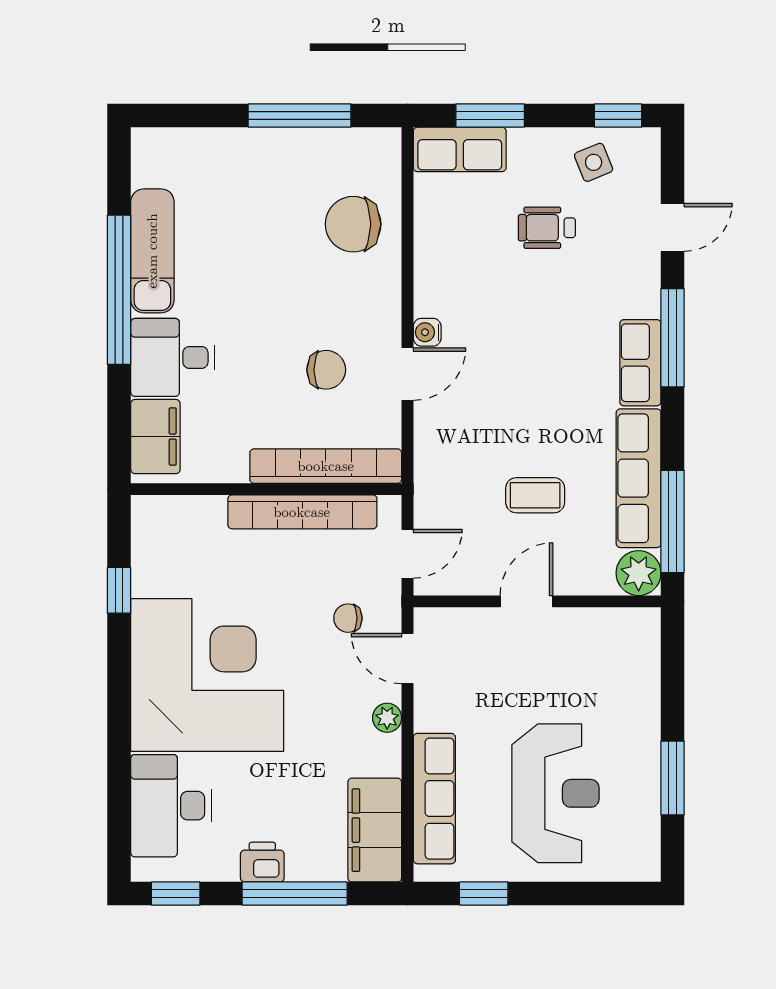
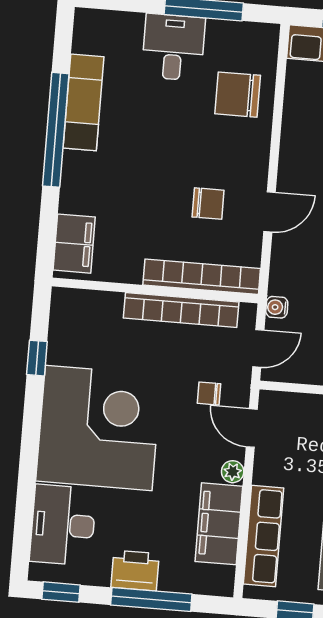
water cooler: (427, 332) -> (277, 307), moved
desk: (173, 357) -> (173, 47), moved, turned 90
filing cabinet: (375, 830) -> (219, 524), moved
printer: (262, 862) -> (135, 570), width x1.36, depth x1.24

